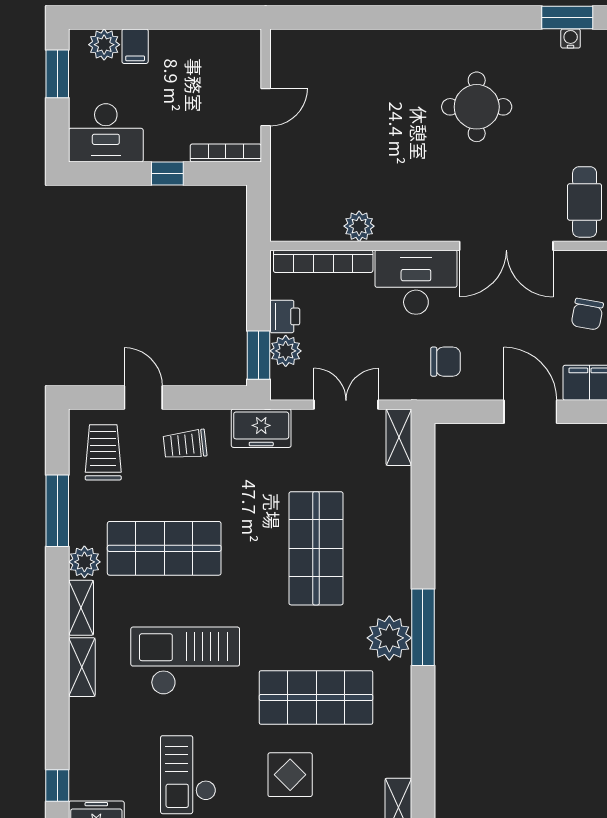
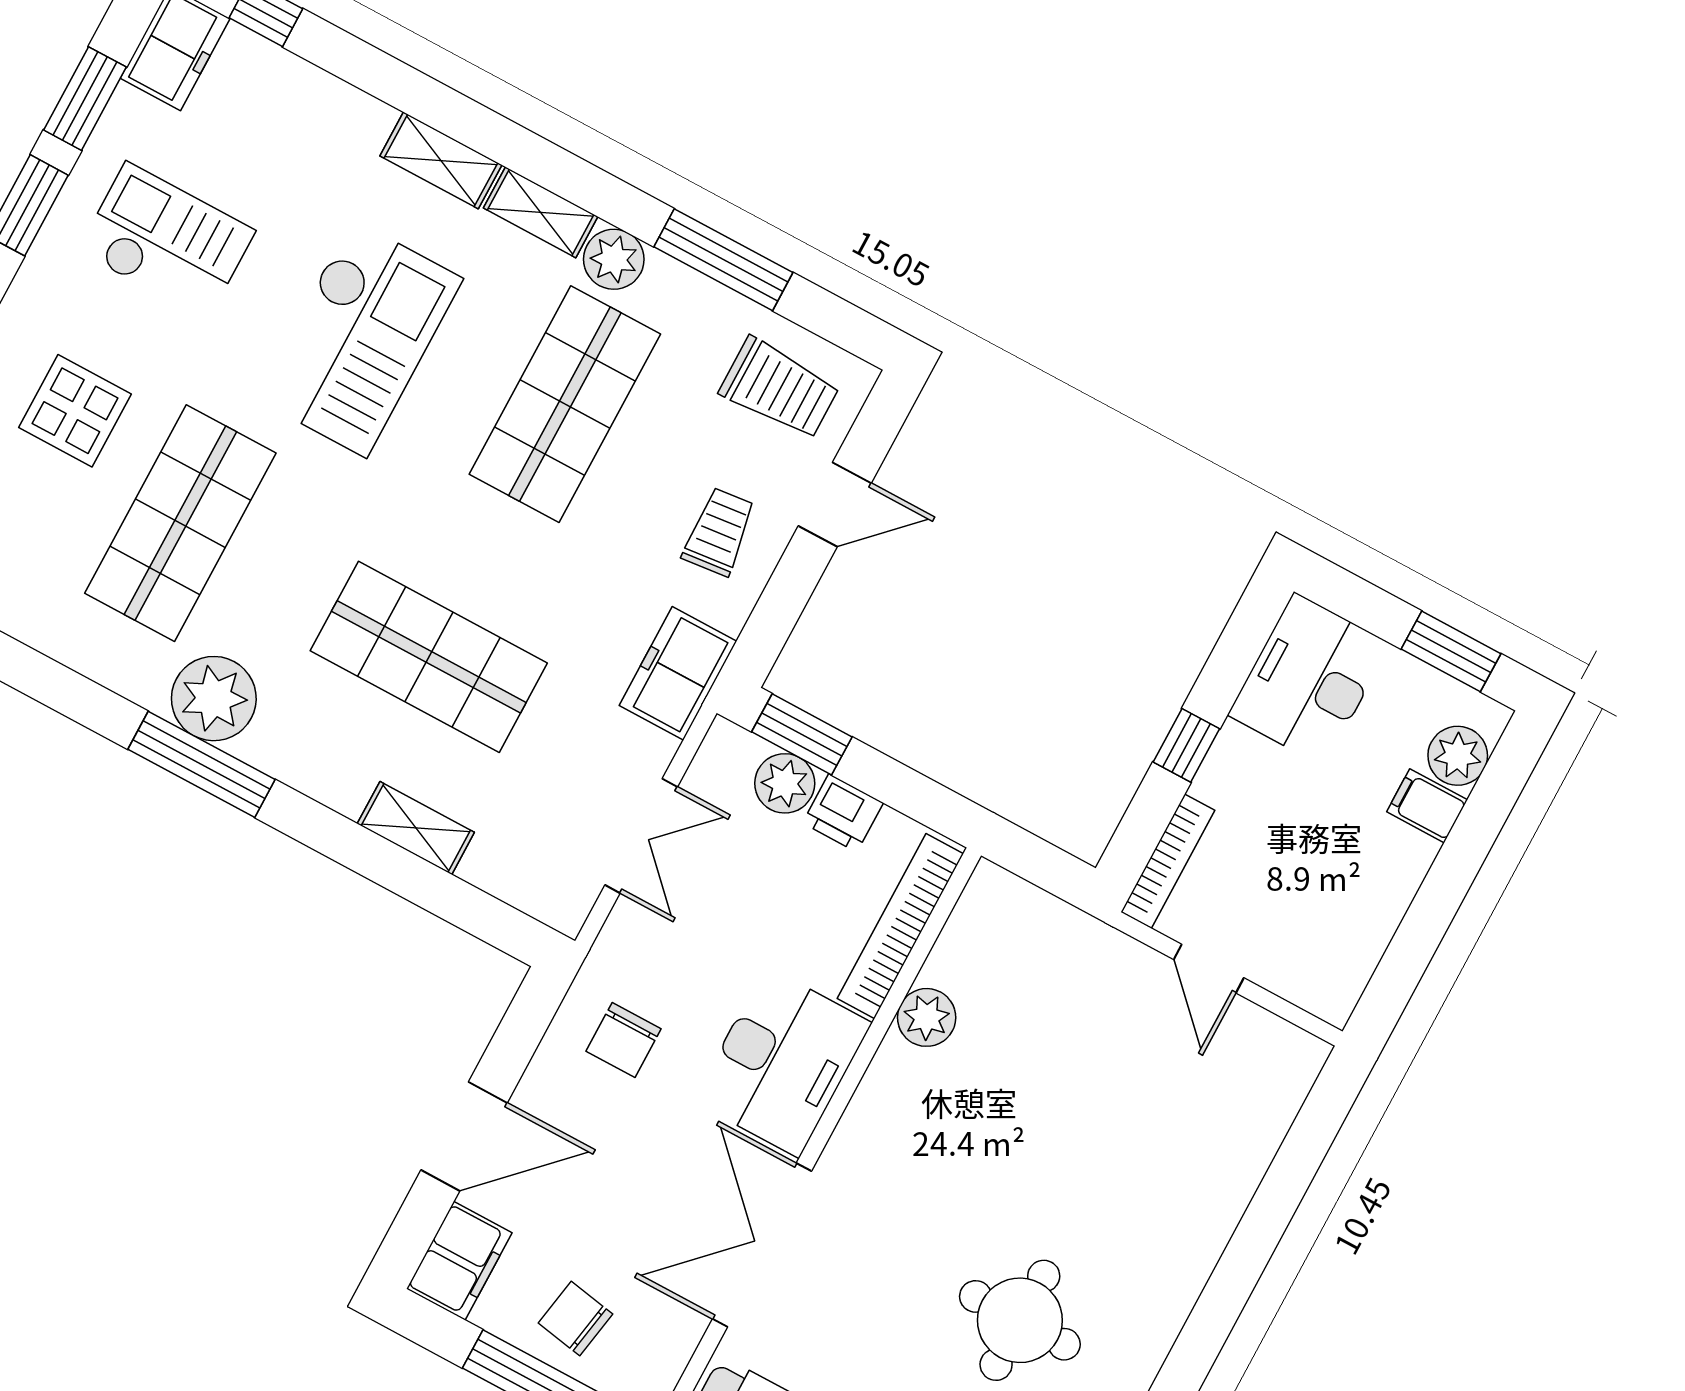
shelving: (399, 437) -> (416, 828), moved

